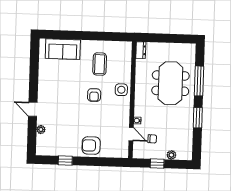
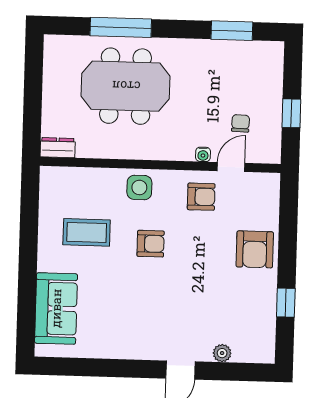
window: (198, 118) -> (232, 31), moved
armchair: (117, 120) -> (201, 197), added
plant: (171, 155) -> (274, 84), removed

